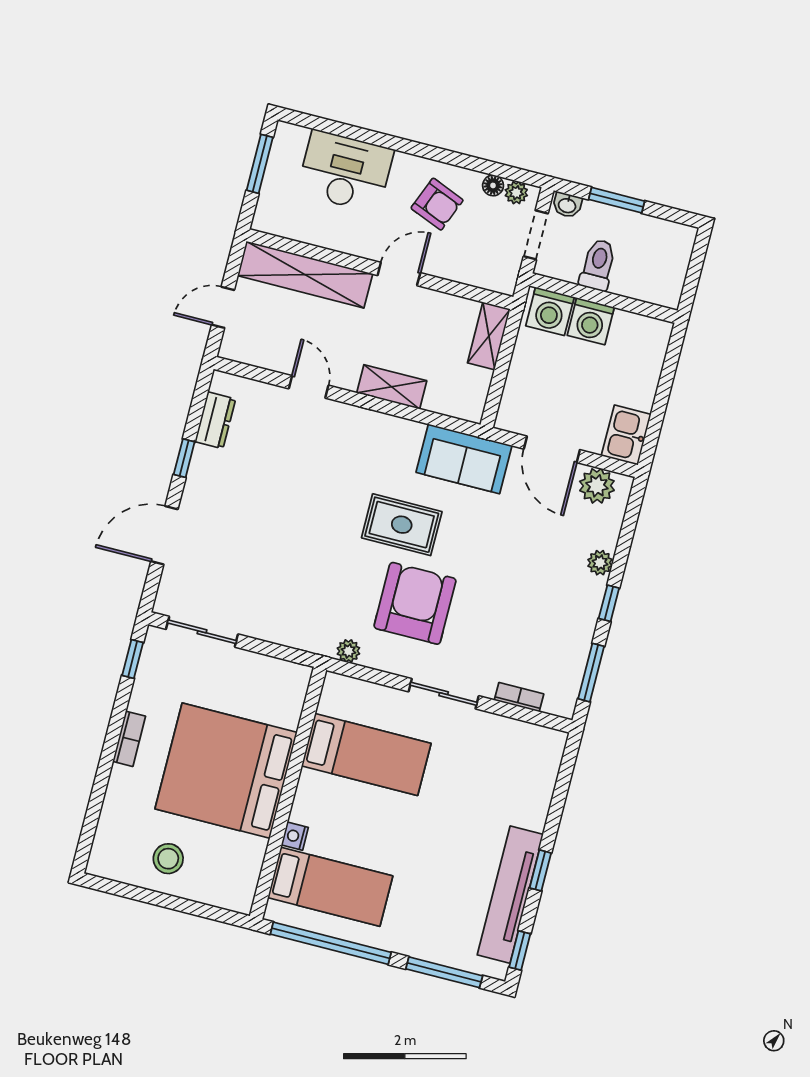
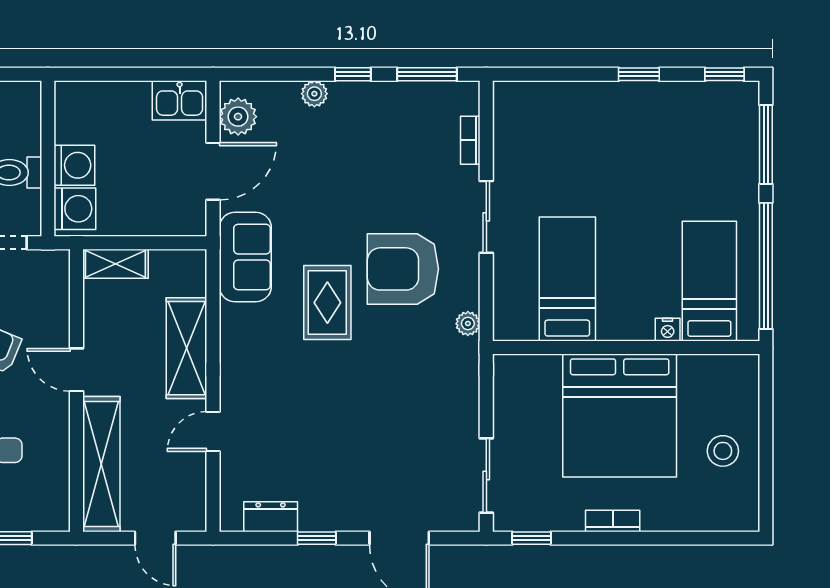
shelving: (392, 387) -> (186, 348), width x1.50, depth x1.33
tv unit: (510, 895) -> (671, 98), removed

